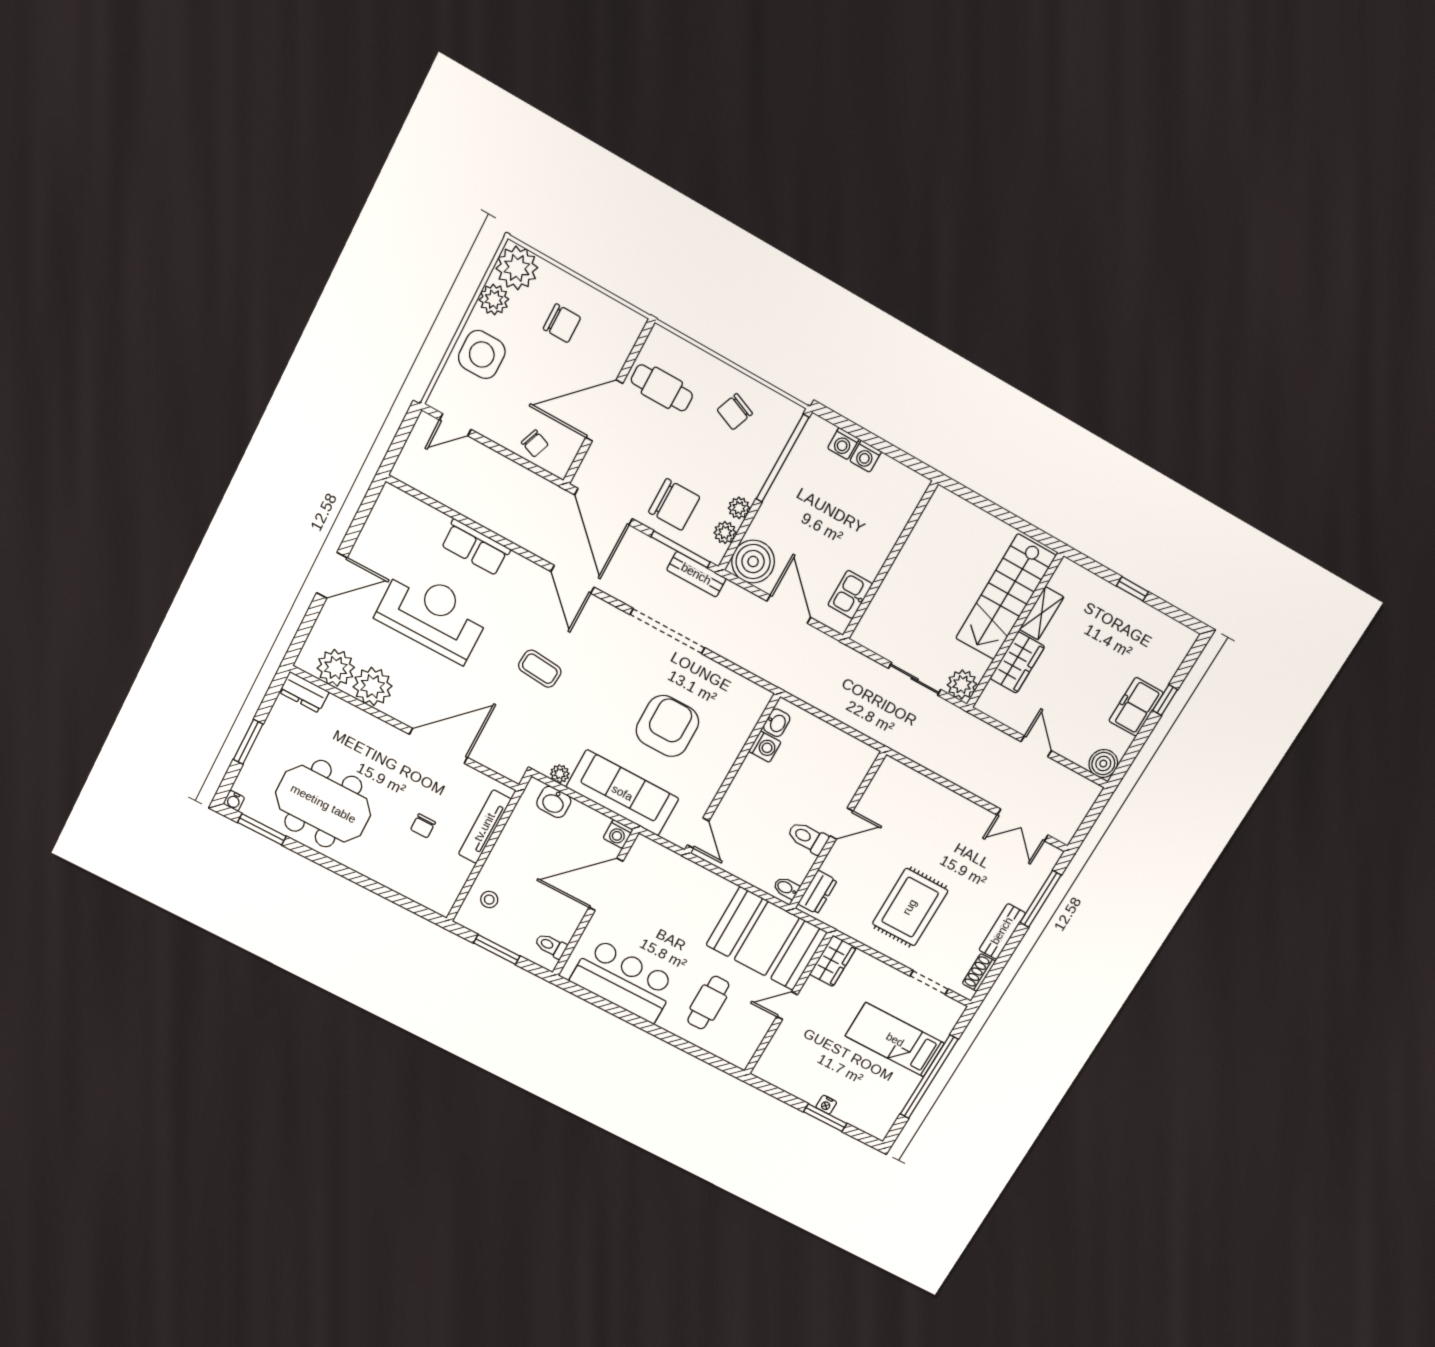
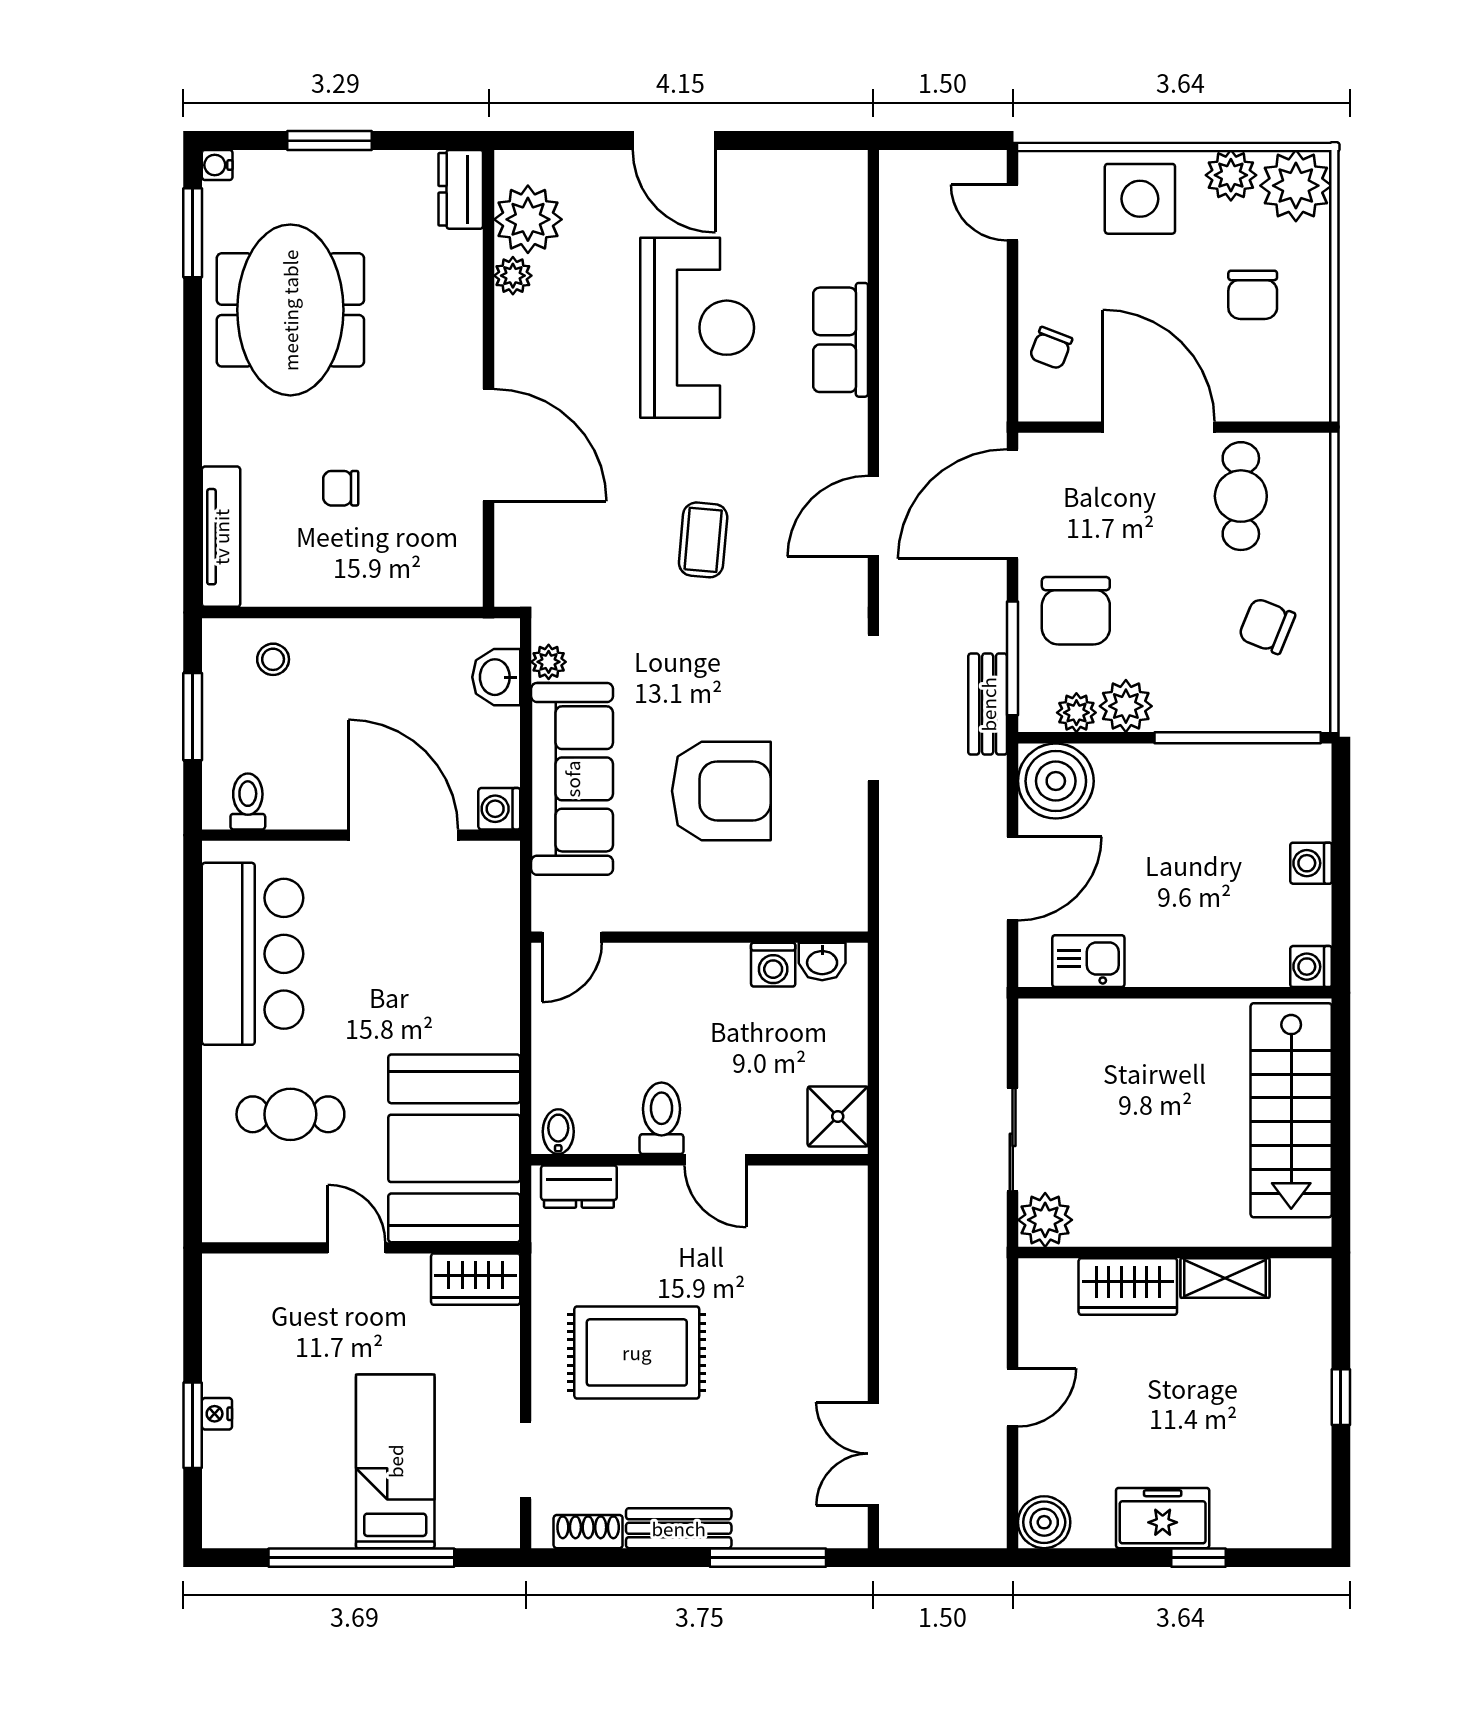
washing machine: (843, 444) -> (1311, 967), moved
plant: (739, 508) -> (1126, 706), width x1.38, depth x1.38
stairs: (1006, 597) -> (1291, 1110), moved, turned -90
plant: (373, 686) -> (513, 276), width x0.53, depth x0.53
shower: (855, 756) -> (838, 1116), added
tv unit: (485, 827) -> (221, 537), moved, turned 90

